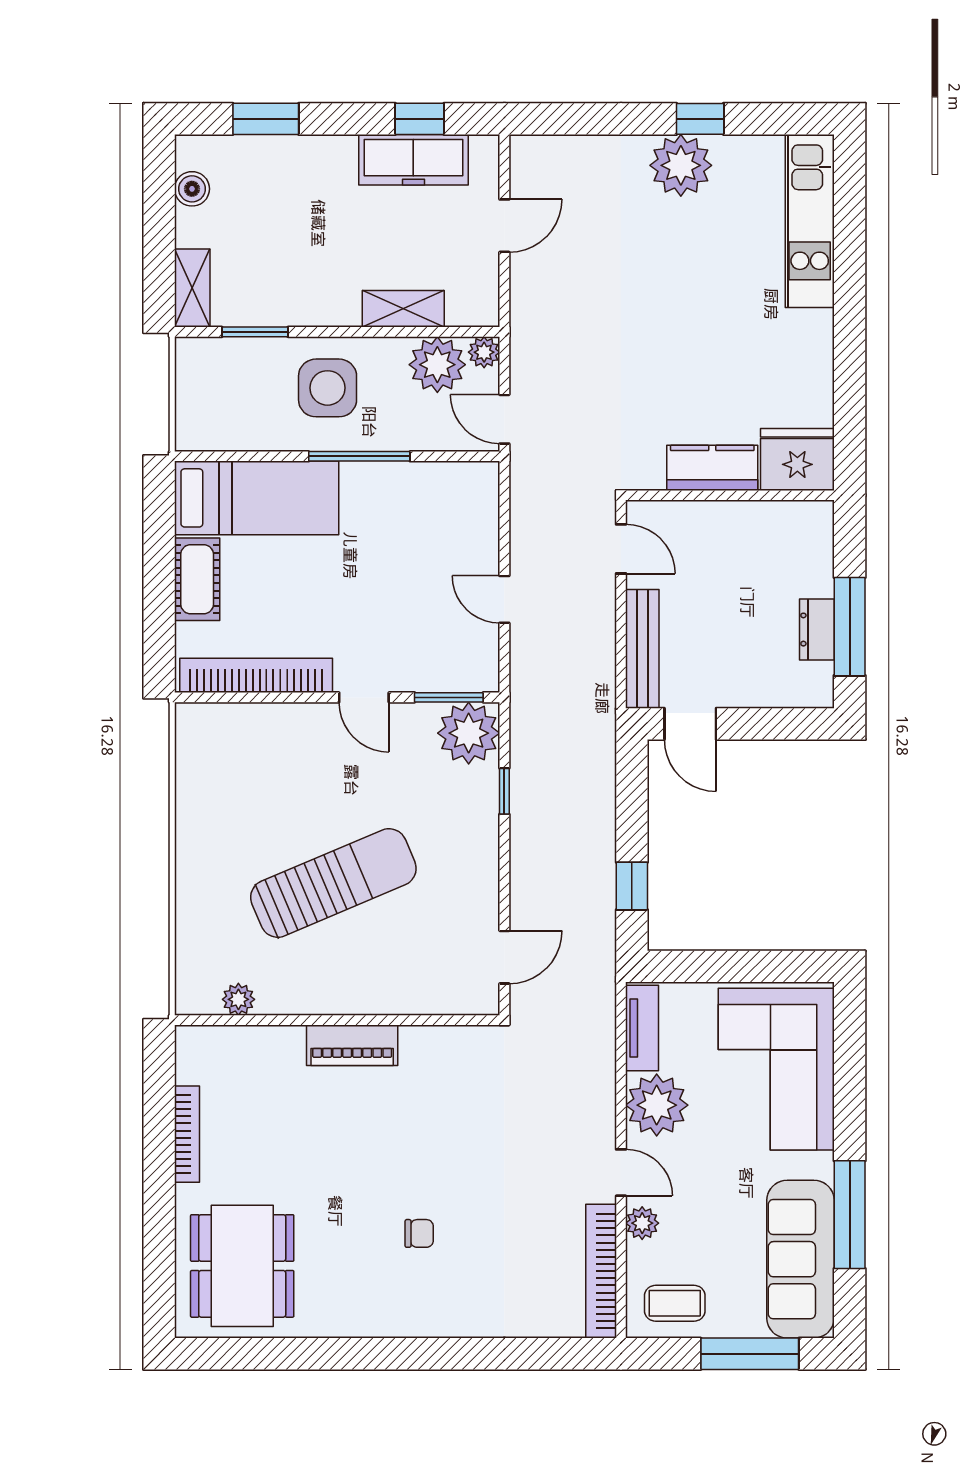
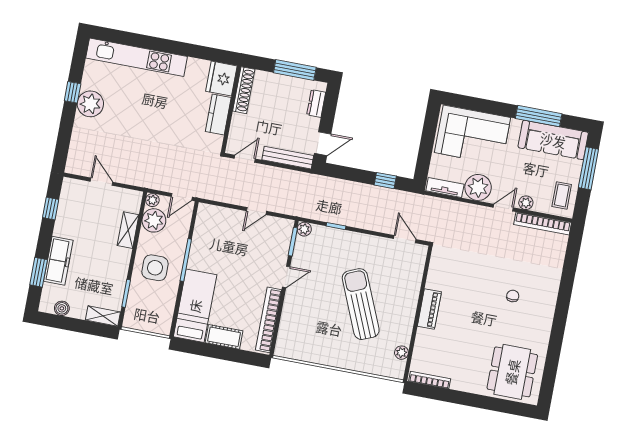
freezer: (413, 160) -> (58, 261), moved
kitchen unit: (810, 221) -> (137, 57), width x1.36
shoe rack: (780, 517) -> (244, 90), added
dresser: (817, 630) -> (316, 103), moved, turned 90
plant: (469, 733) -> (304, 229), width x0.53, depth x0.53
bookcase: (187, 1134) -> (430, 380), moved
dining table: (242, 1266) -> (512, 372), turned 90

